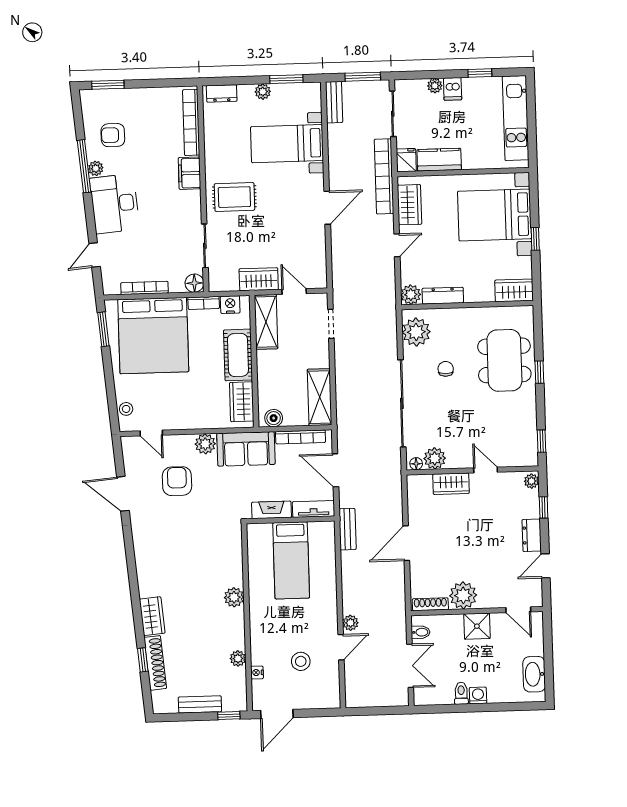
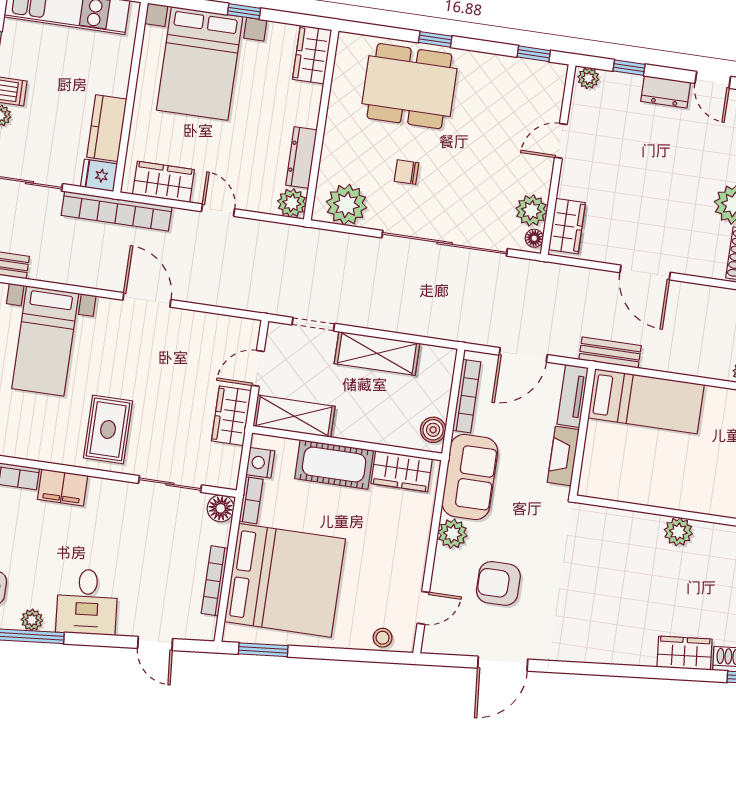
desk: (115, 204) -> (87, 602), width x0.73
shelving: (320, 397) -> (377, 353), moved
wardrobe: (451, 484) -> (567, 226), moved
bed: (291, 560) -> (646, 401), moved

